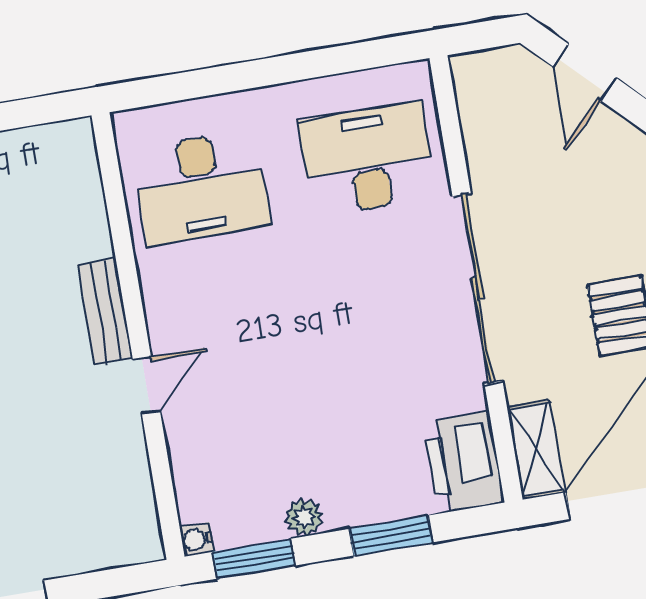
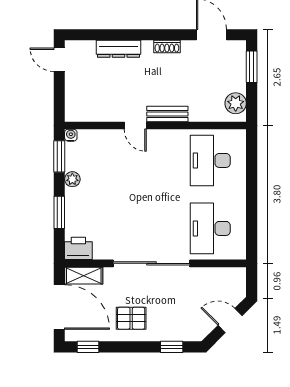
plant: (51, 149) -> (236, 103), added
desk: (368, 159) -> (210, 228), turned 180
printer: (464, 462) -> (78, 248), width x0.73, depth x0.84

